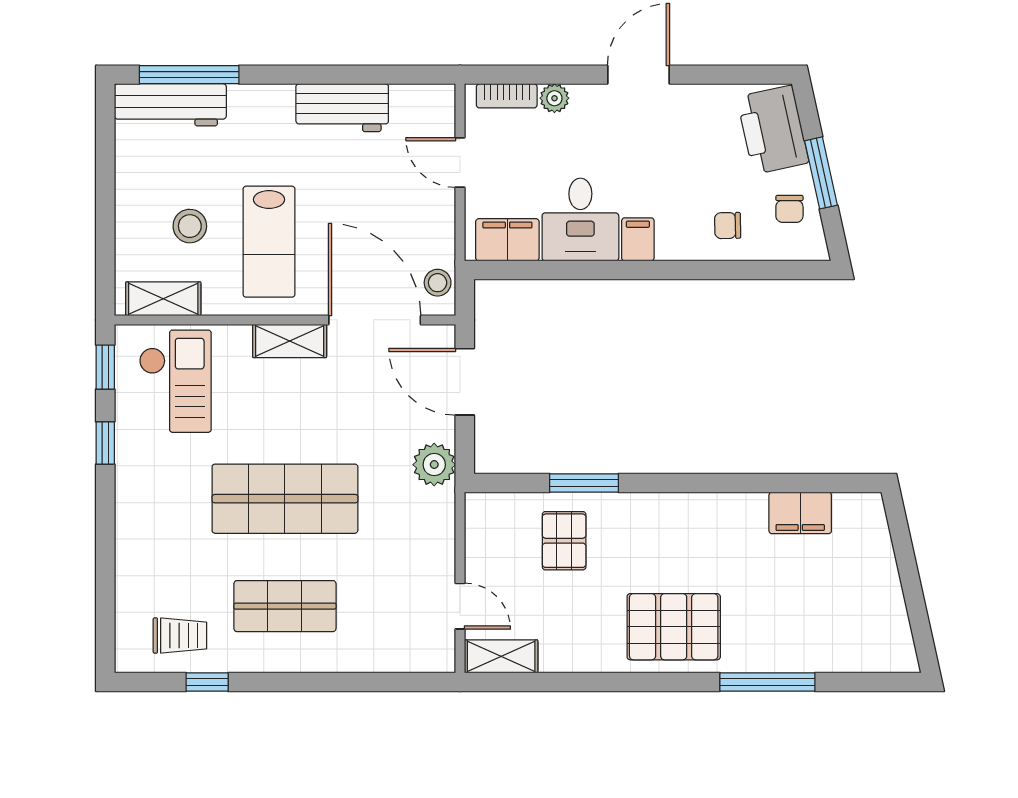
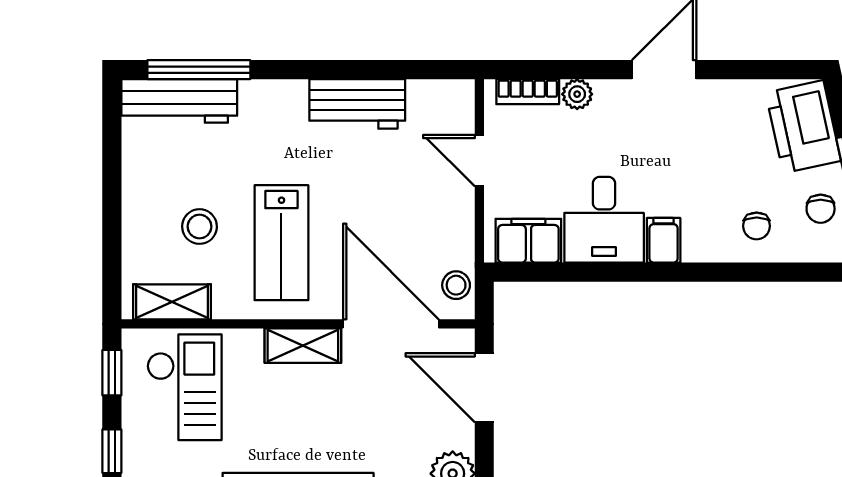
chair: (728, 226) -> (757, 226), turned -89

